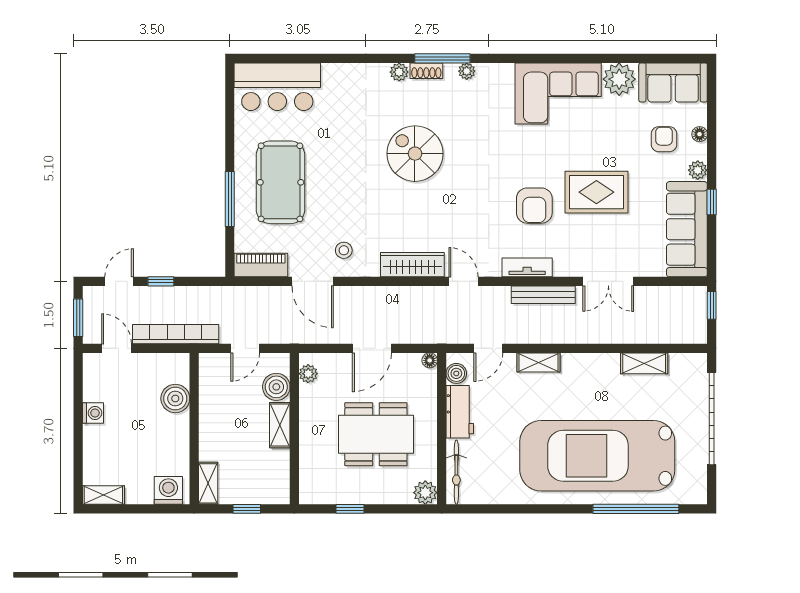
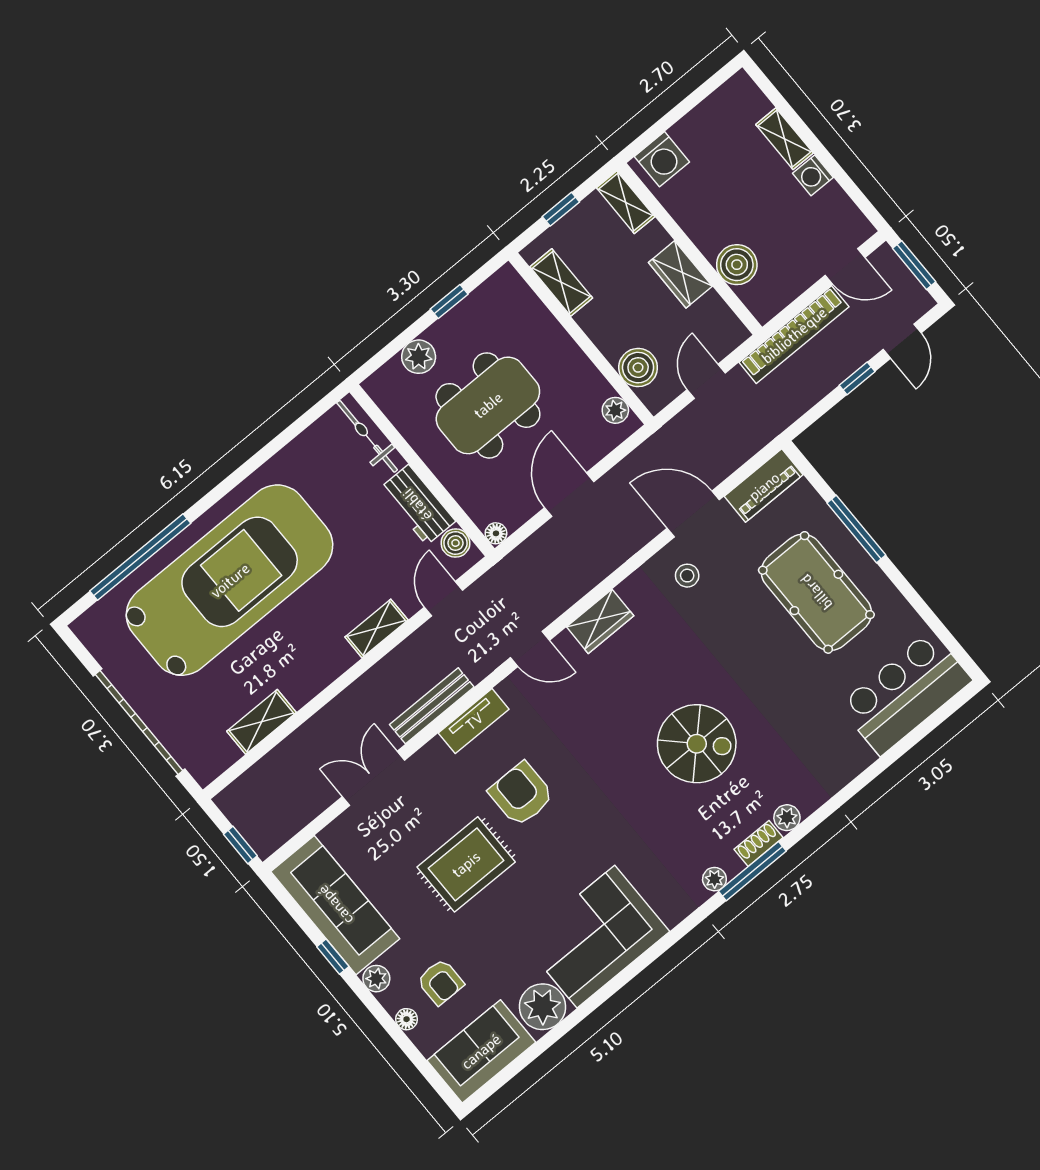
wardrobe: (412, 265) -> (600, 621), width x0.67
wardrobe: (211, 419) -> (680, 274), added
shelving: (280, 425) -> (561, 282), moved
plant: (425, 493) -> (419, 357), moved
shelving: (103, 495) -> (784, 139), moved, turned 90

